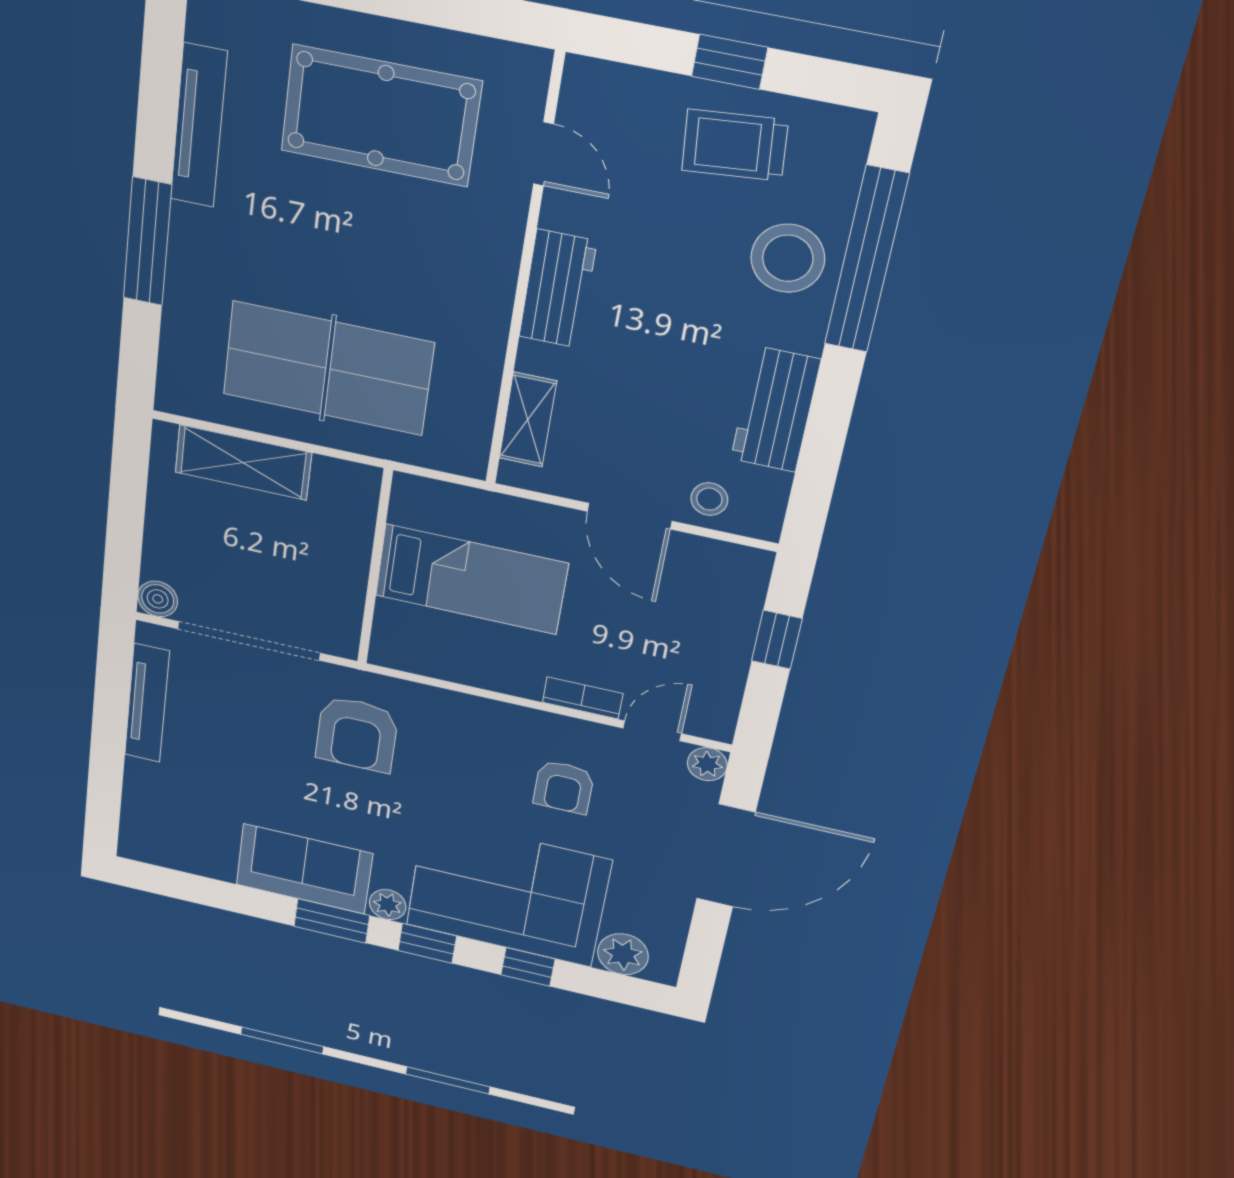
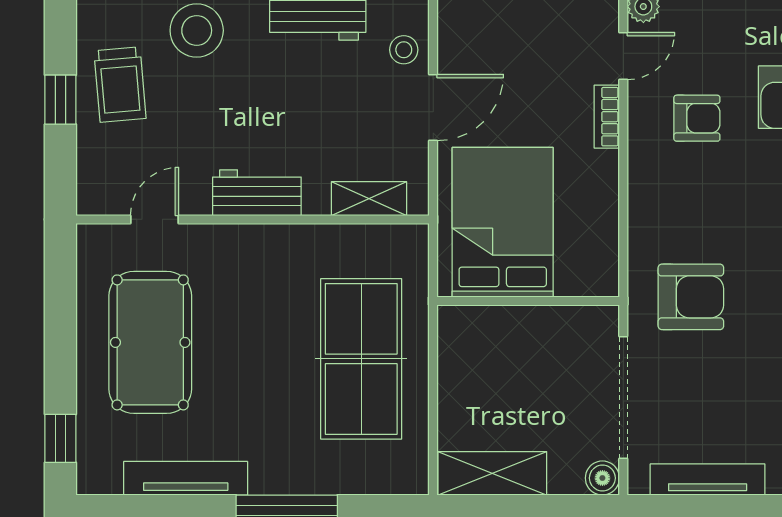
shelving: (243, 463) -> (492, 473), moved, turned 90
bed: (471, 579) -> (503, 222), width x1.50
door: (652, 731) -> (623, 56), swing flipped

